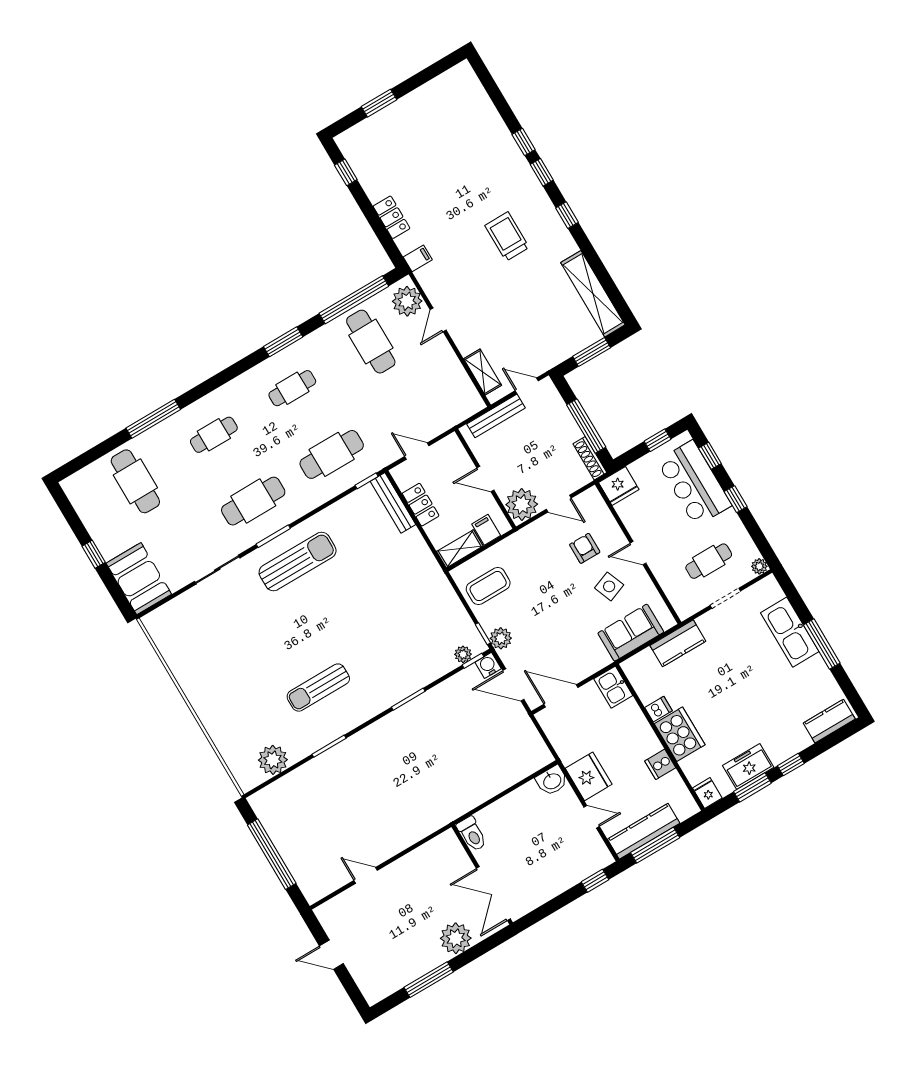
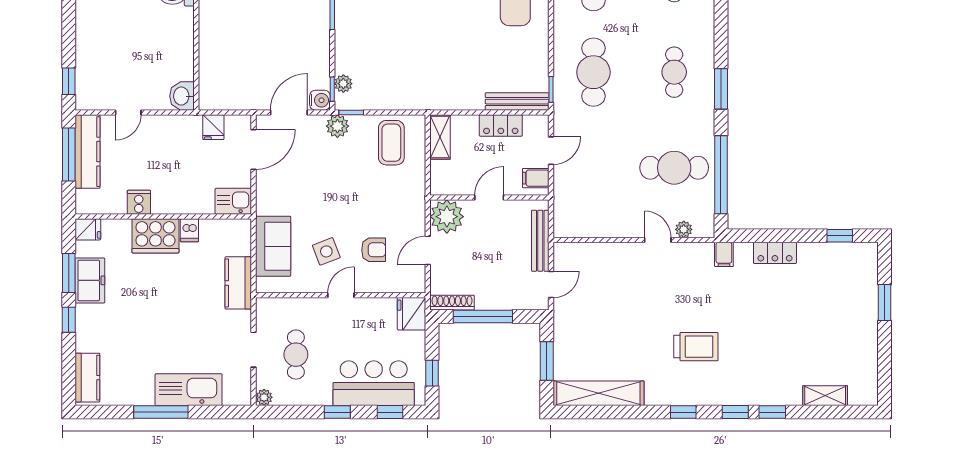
plant: (407, 301) -> (684, 229), width x0.53, depth x0.53
shelving: (483, 372) -> (825, 396), moved
filing cabinet: (486, 530) -> (536, 178), moved, turned 180
fridge: (589, 776) -> (213, 127), moved, width x0.53, depth x0.75

